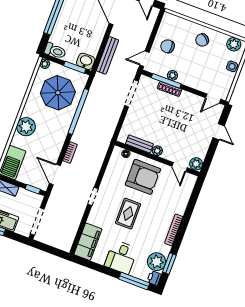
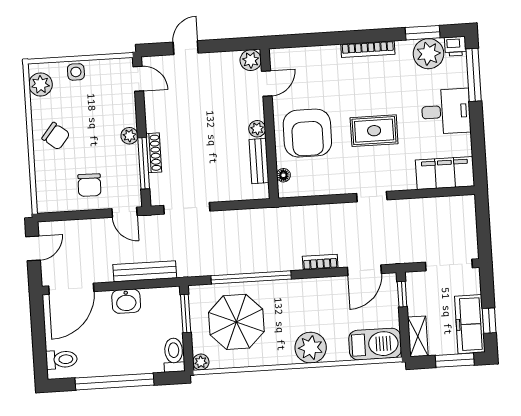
washbasin: (86, 61) -> (126, 301), moved, turned -90
plant: (172, 75) -> (129, 136), moved
armchair: (143, 177) -> (307, 133), turned 180

